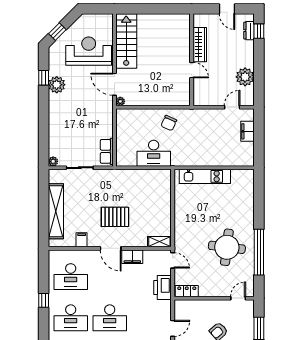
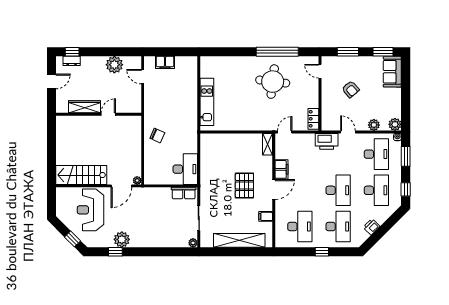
desk: (154, 153) -> (185, 169), moved
printer: (163, 287) -> (327, 141), moved

